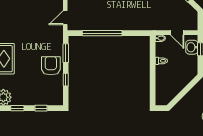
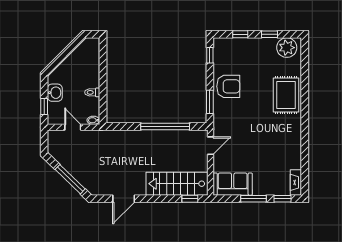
washbasin: (192, 47) -> (55, 93), moved
armchair: (51, 66) -> (228, 86), turned -90
window: (66, 80) -> (210, 55), moved

